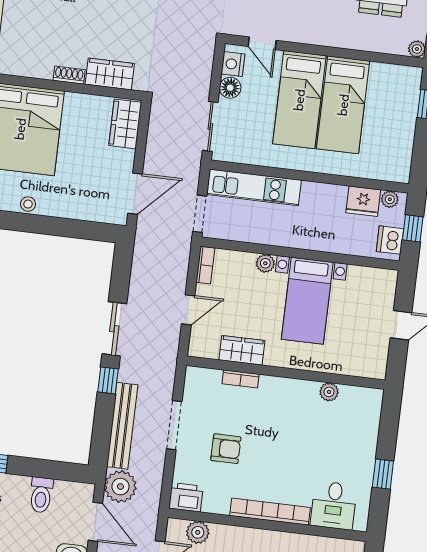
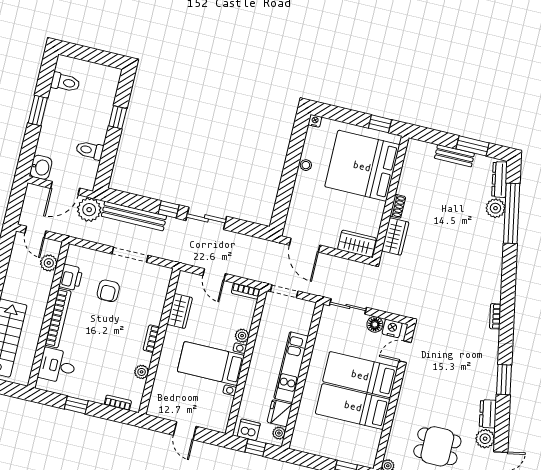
kitchen unit: (254, 187) -> (291, 367), moved
bookcase: (241, 379) -> (151, 339), moved
bookcase: (374, 419) -> (118, 403), added
printer: (186, 497) -> (71, 278), moved

